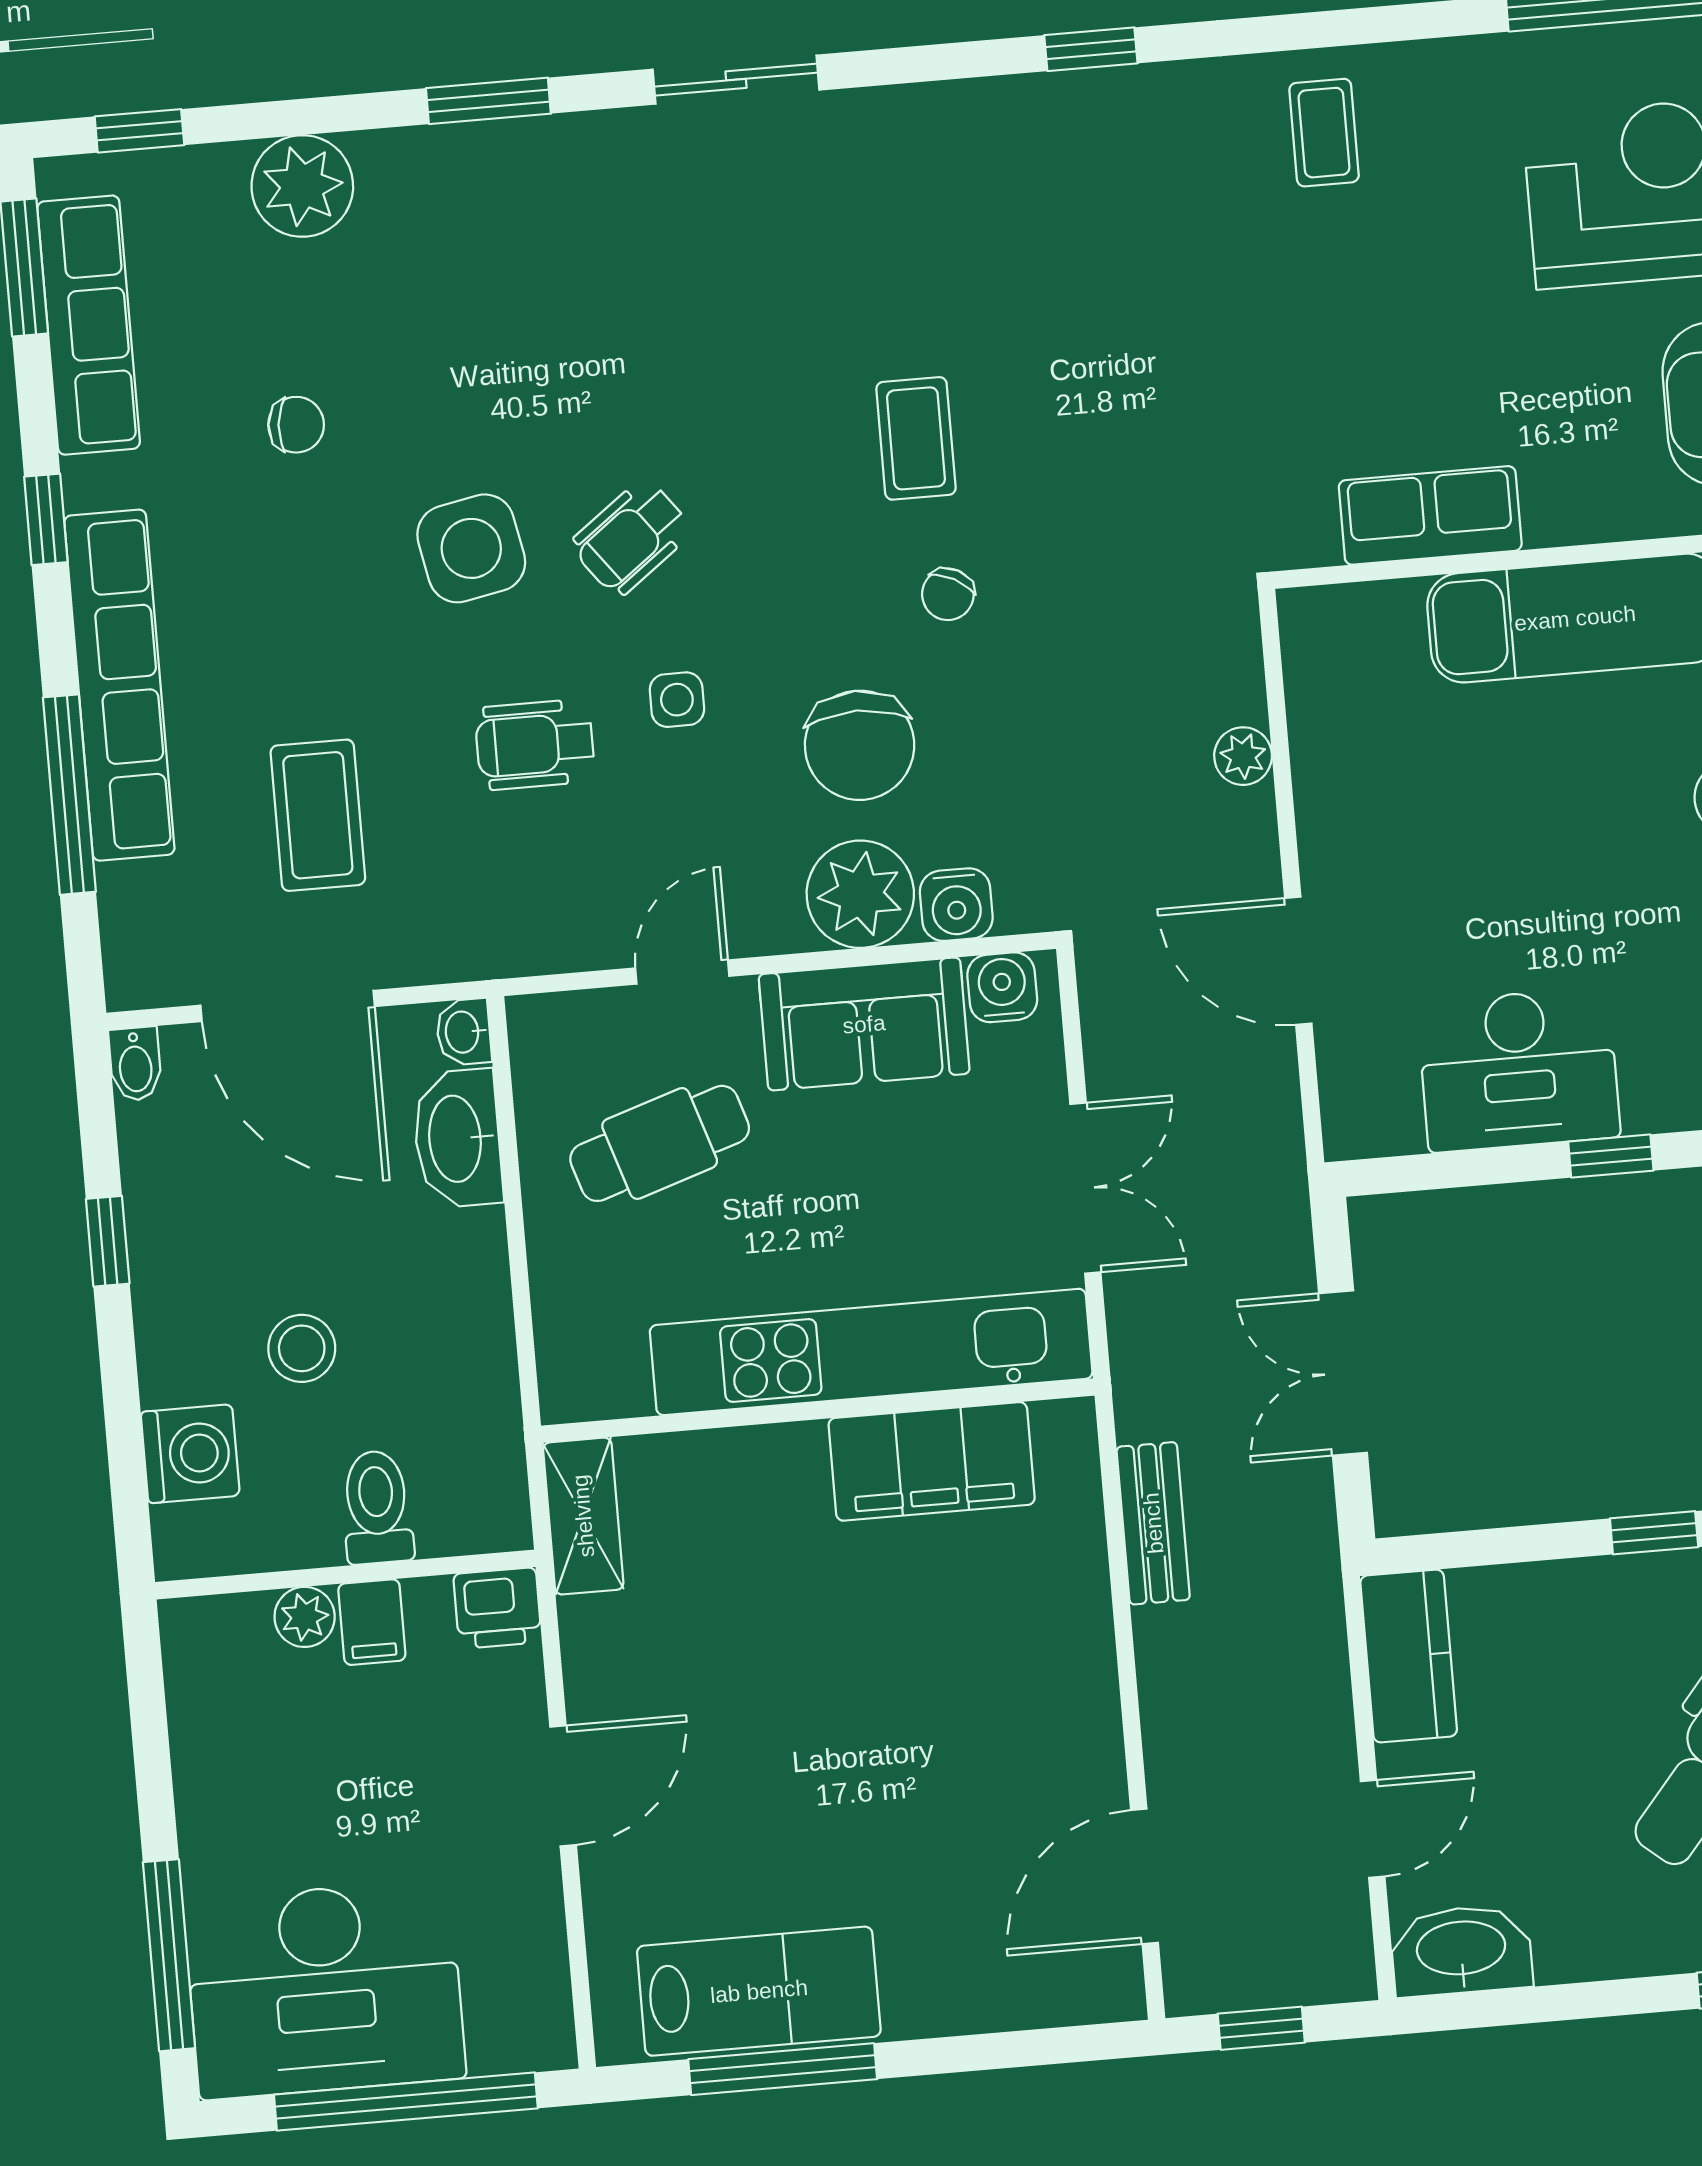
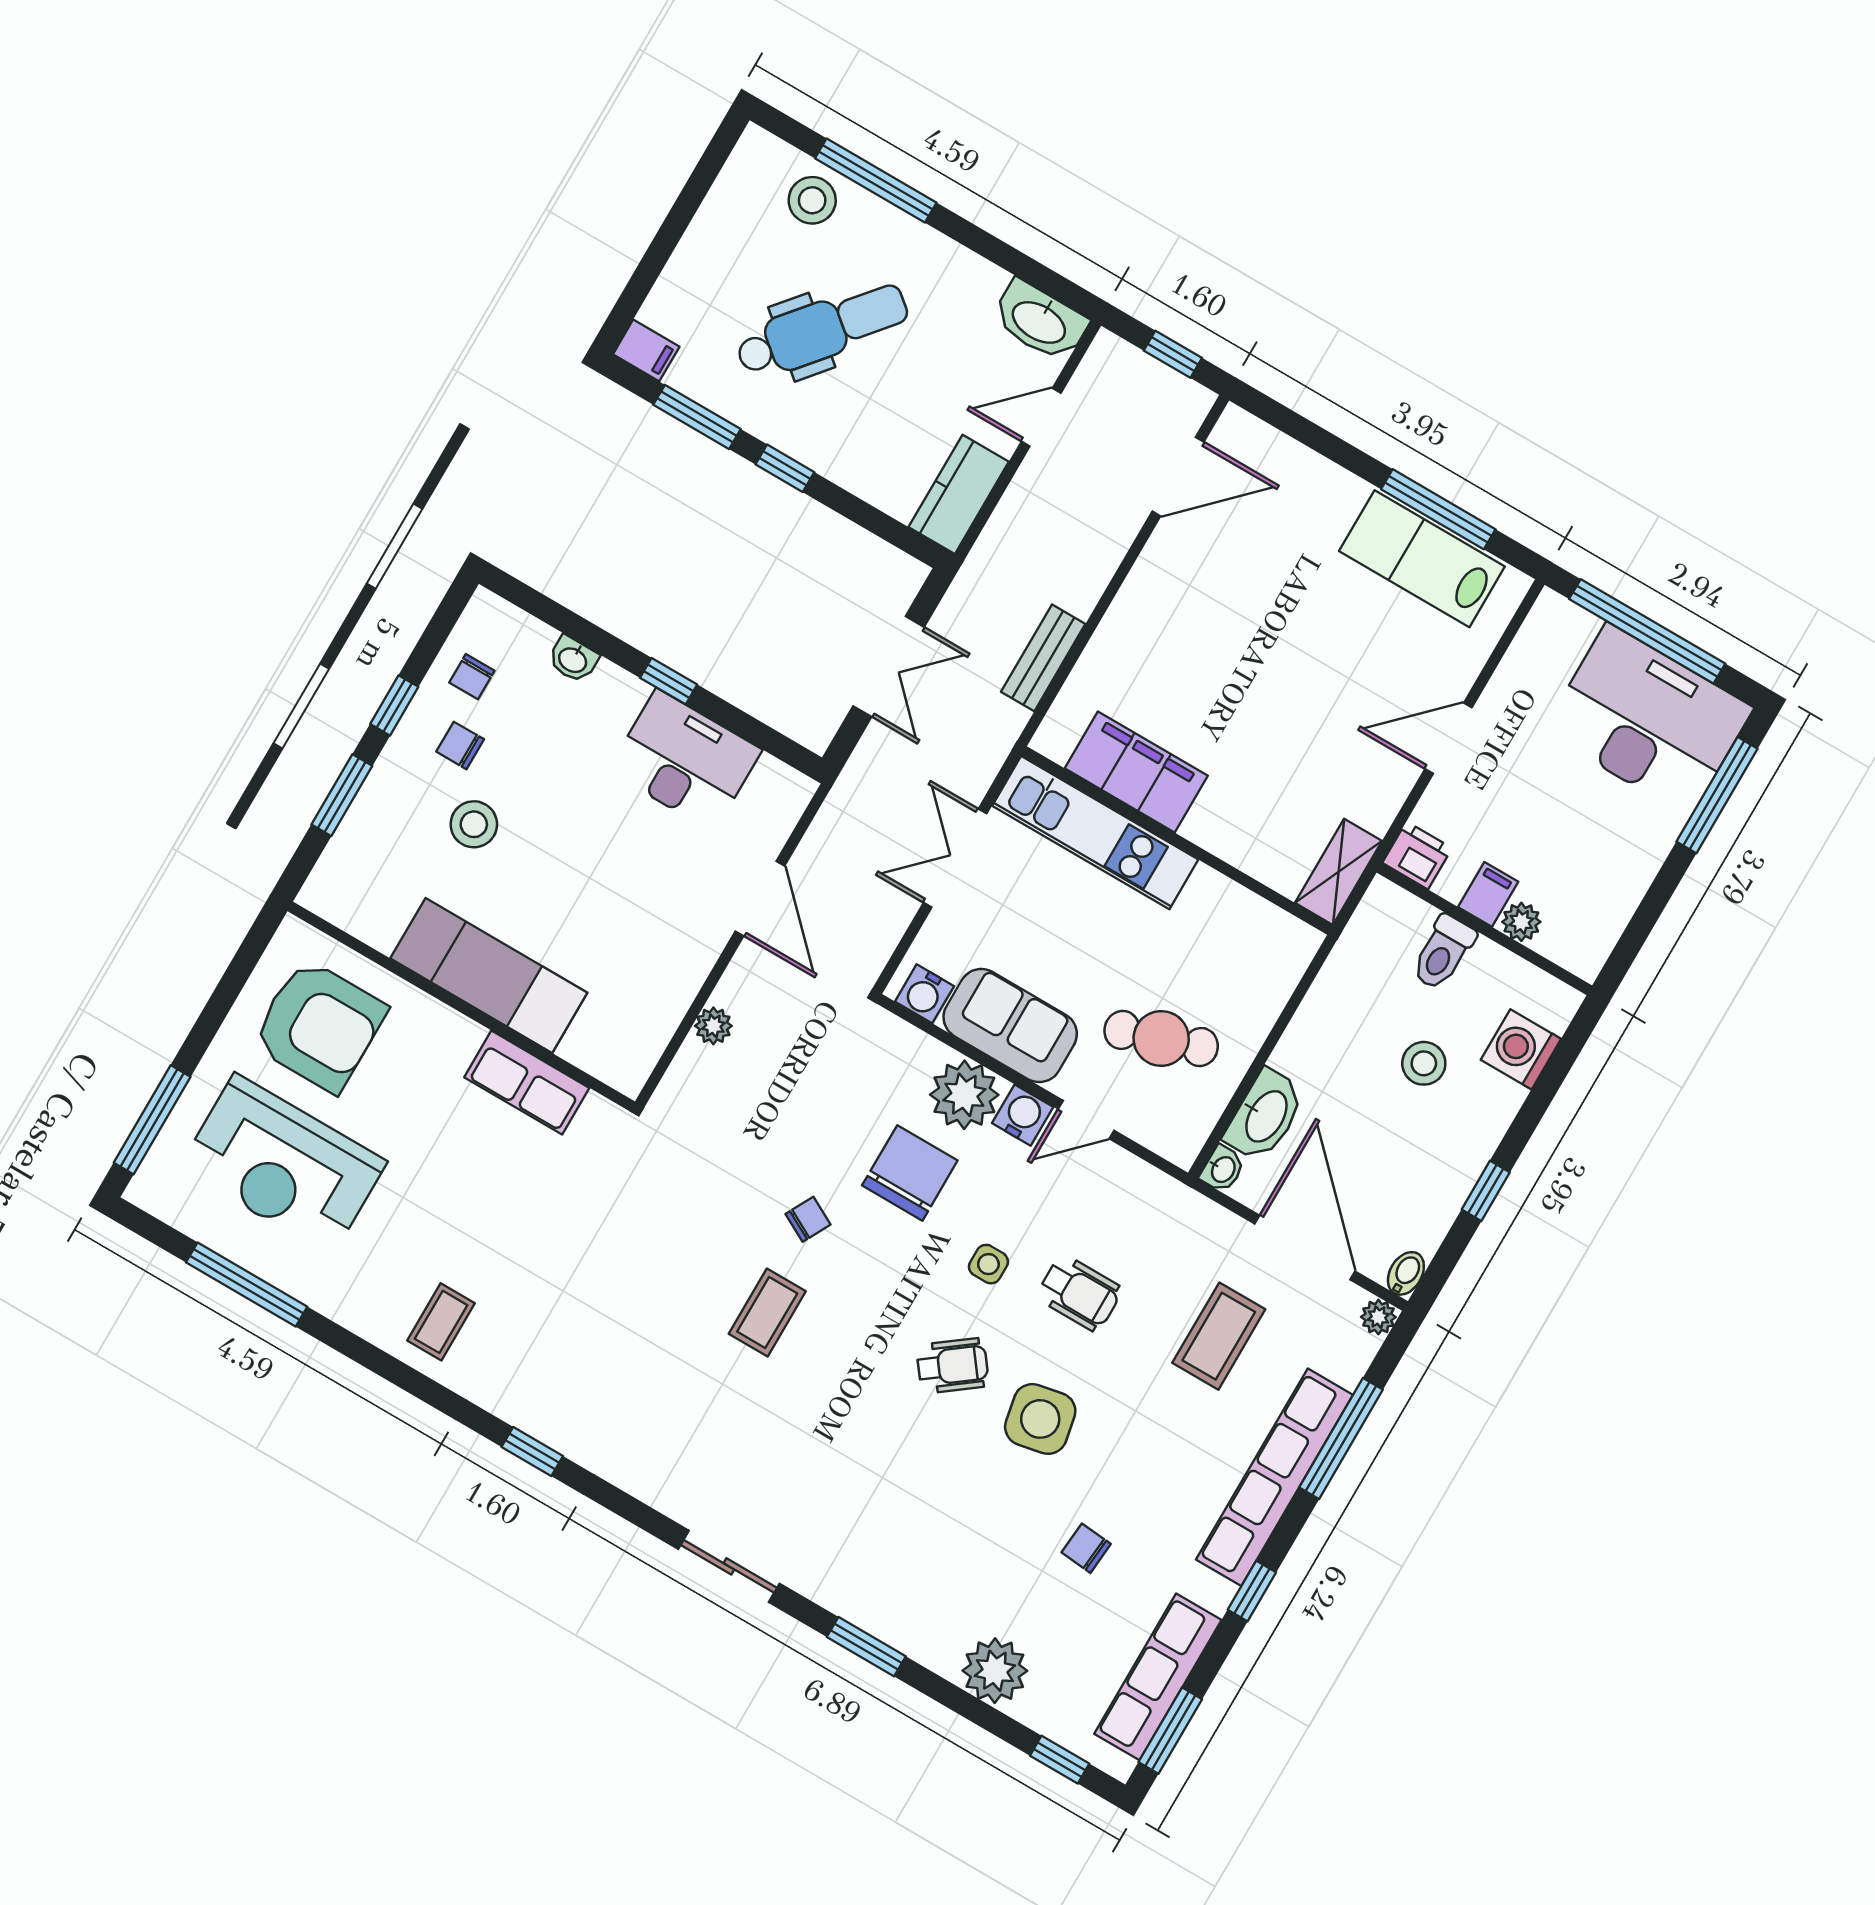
water cooler: (956, 905) -> (1023, 1115), moved
plant: (131, 983) -> (1378, 1317), added
kitchen unit: (871, 1352) -> (1095, 833), width x0.73

